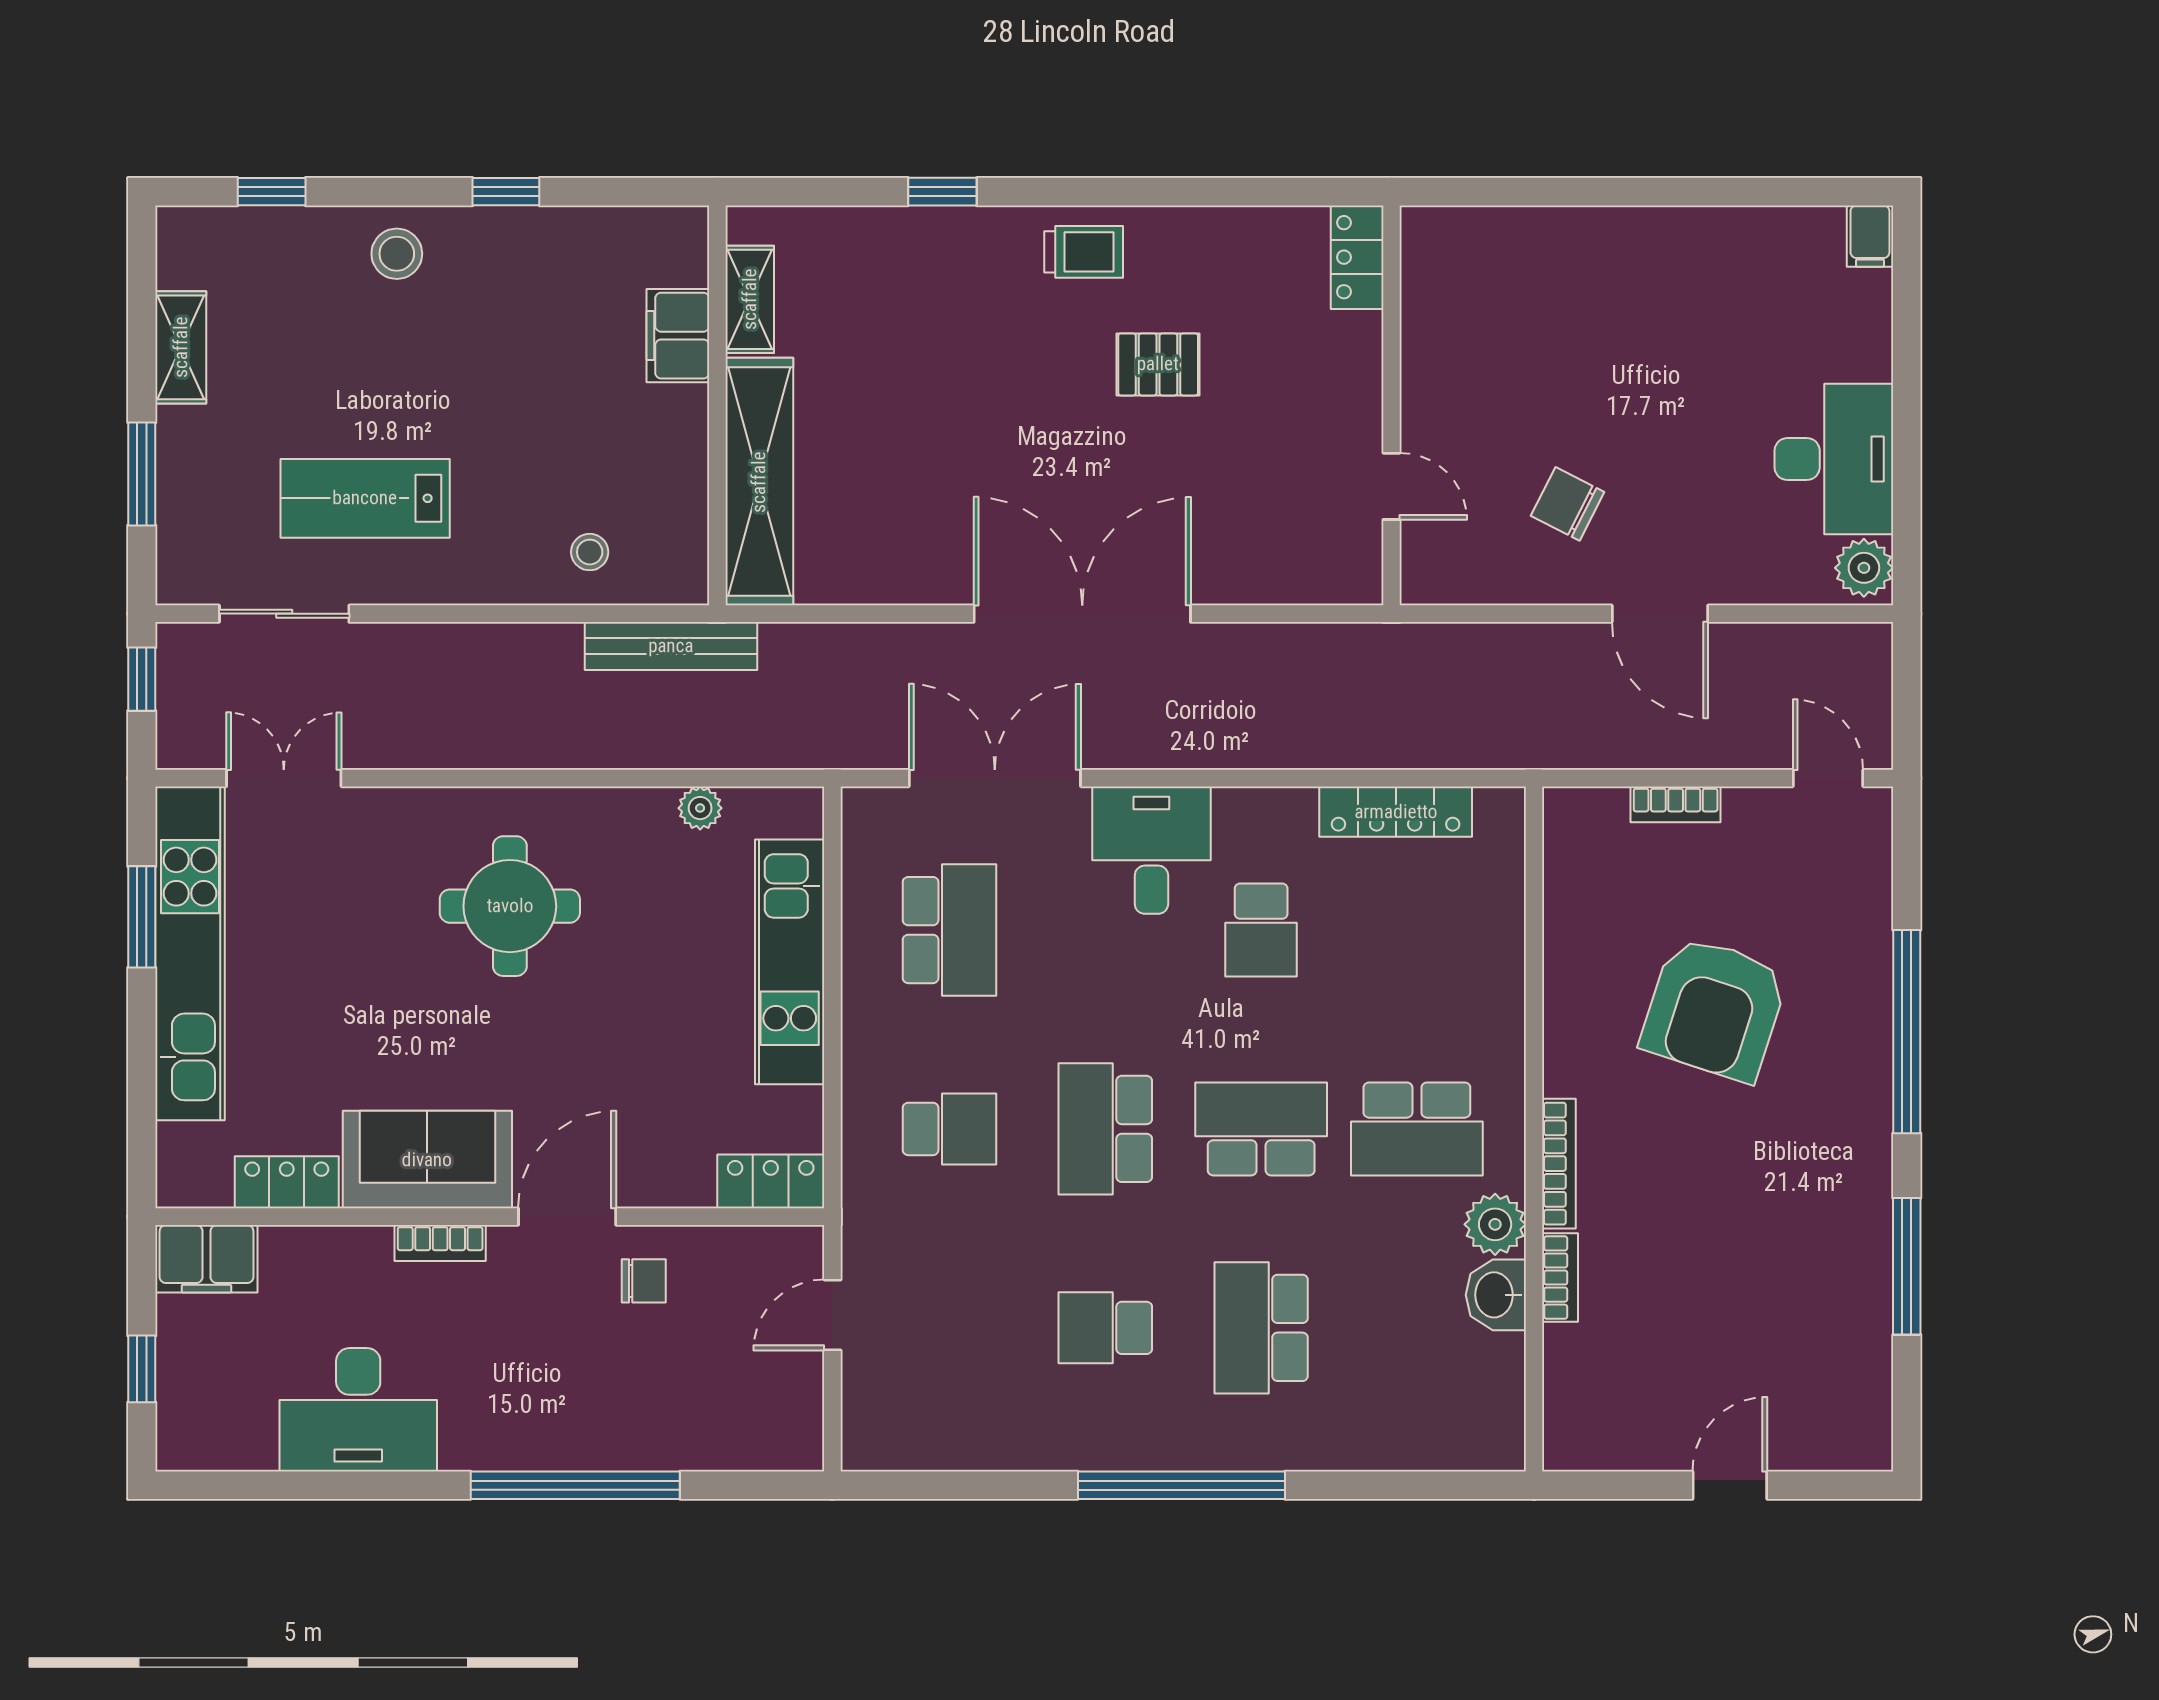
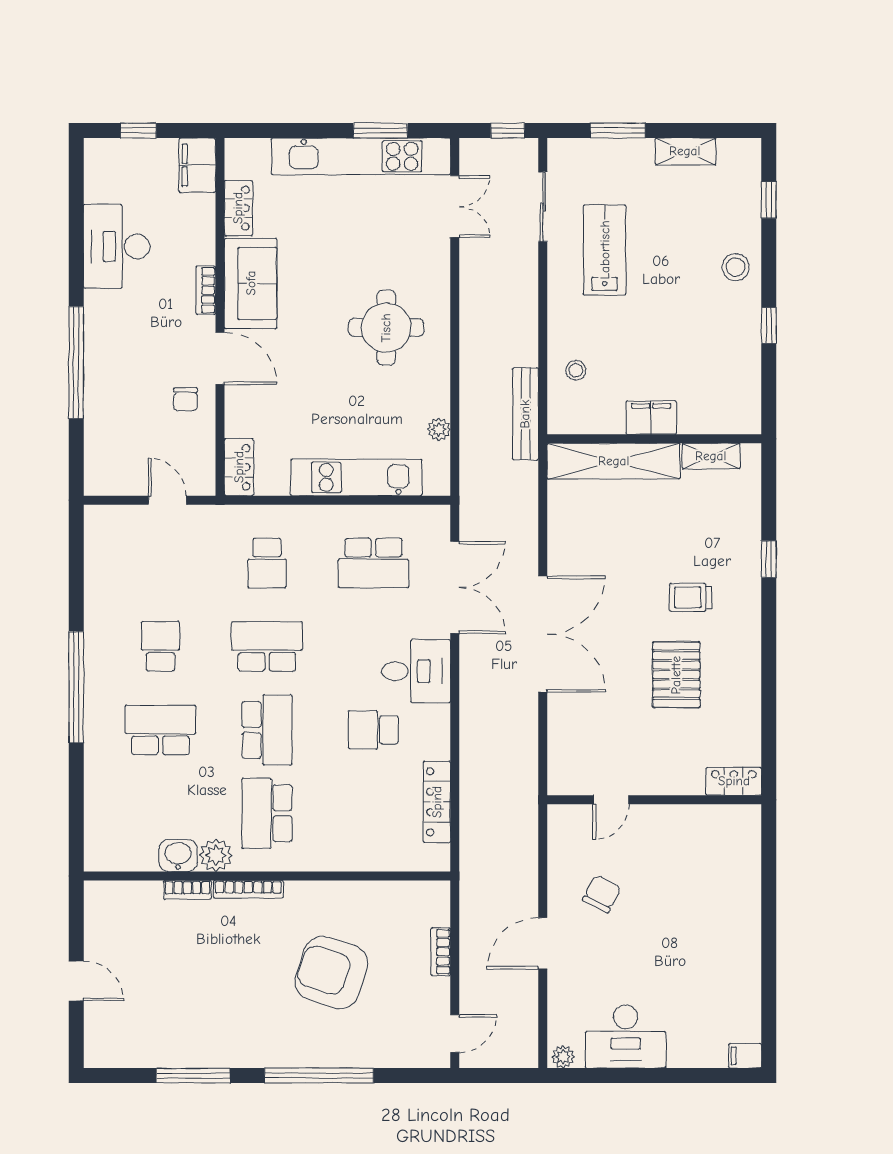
trolley: (1084, 252) -> (691, 597), moved, turned 90
filing cabinet: (678, 336) -> (651, 418), moved
pallet: (1158, 364) -> (676, 675), width x1.50, depth x1.42
plant: (1864, 568) -> (563, 1057), width x0.73, depth x0.73

